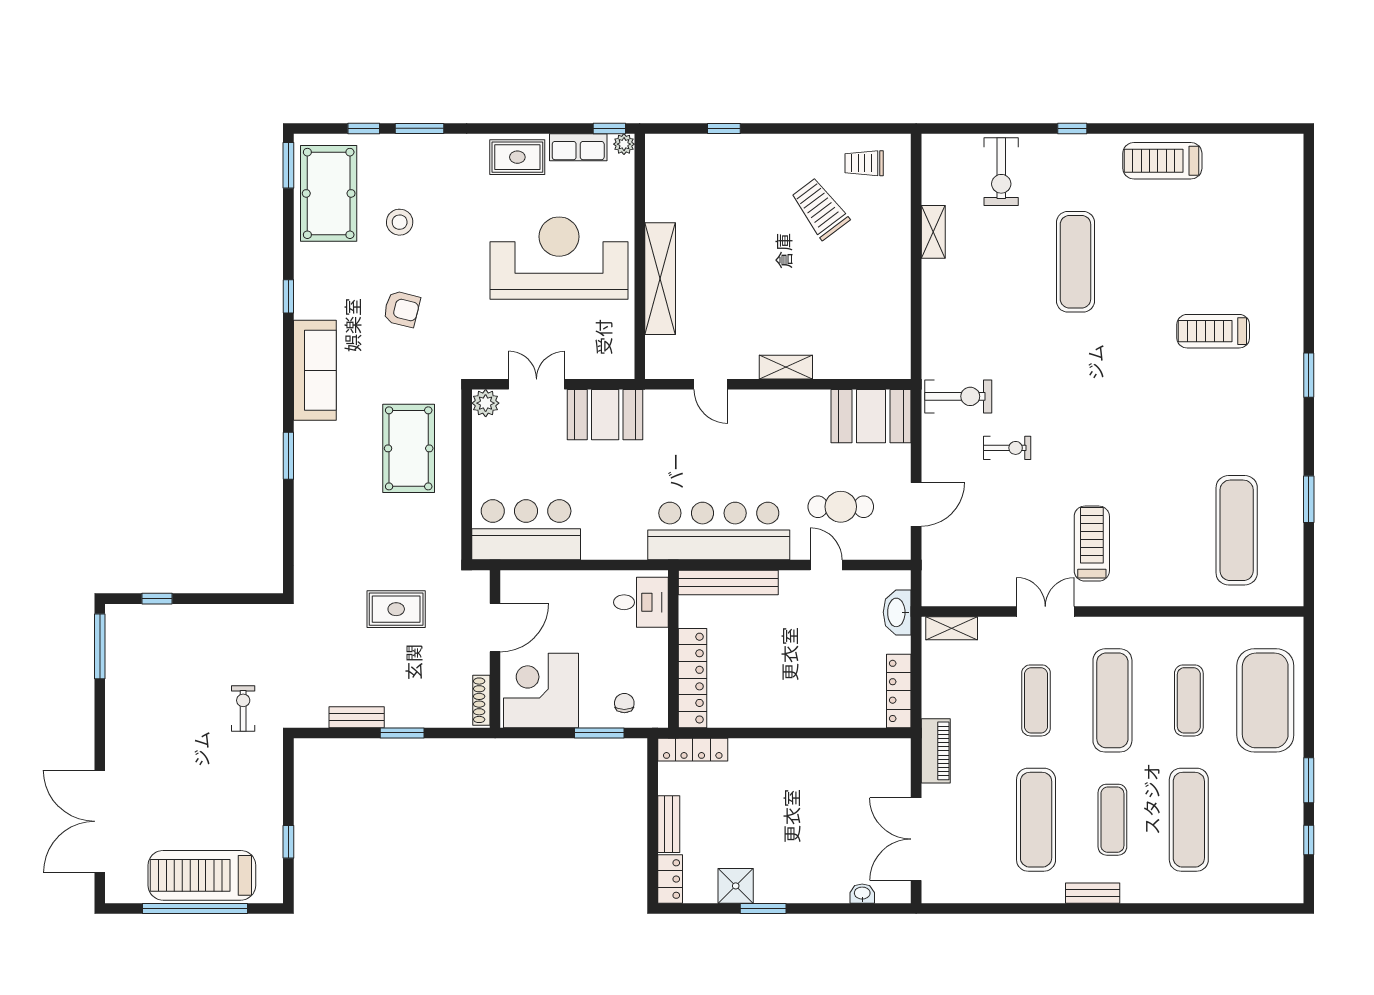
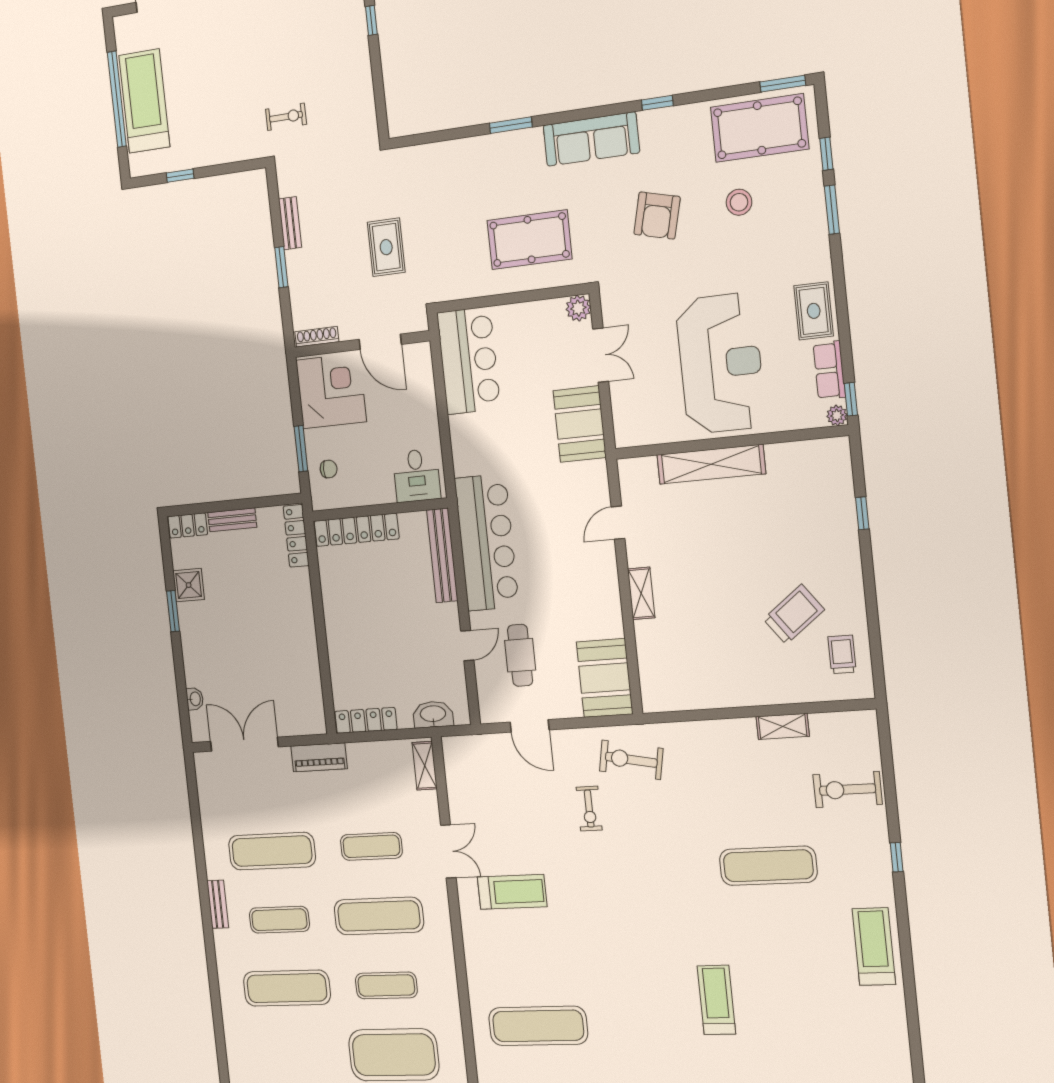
armchair: (402, 309) -> (657, 216), width x1.38, depth x1.38
exercise bike: (958, 396) -> (631, 760), turned 101

